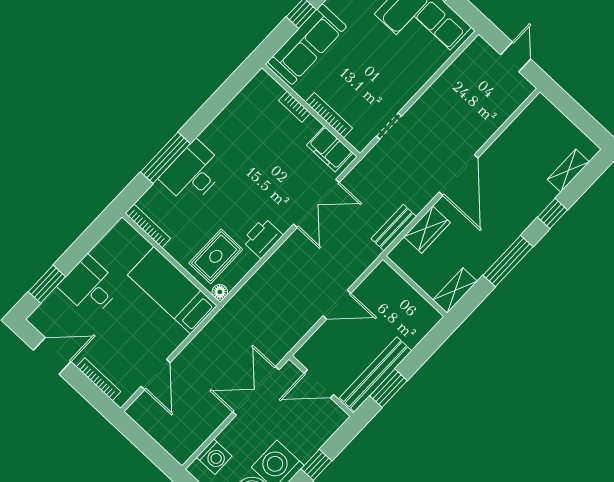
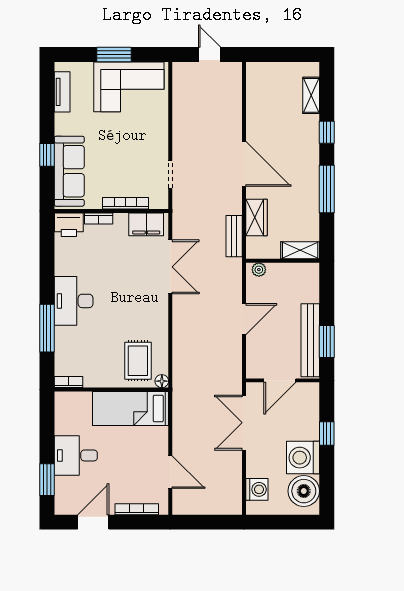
desk: (193, 173) -> (74, 301), moved
bookcase: (148, 226) -> (68, 382), width x0.64
printer: (262, 238) -> (69, 225), moved, turned -90
plant: (388, 275) -> (259, 270), added
shelving: (455, 291) -> (300, 250), moved, turned 90

